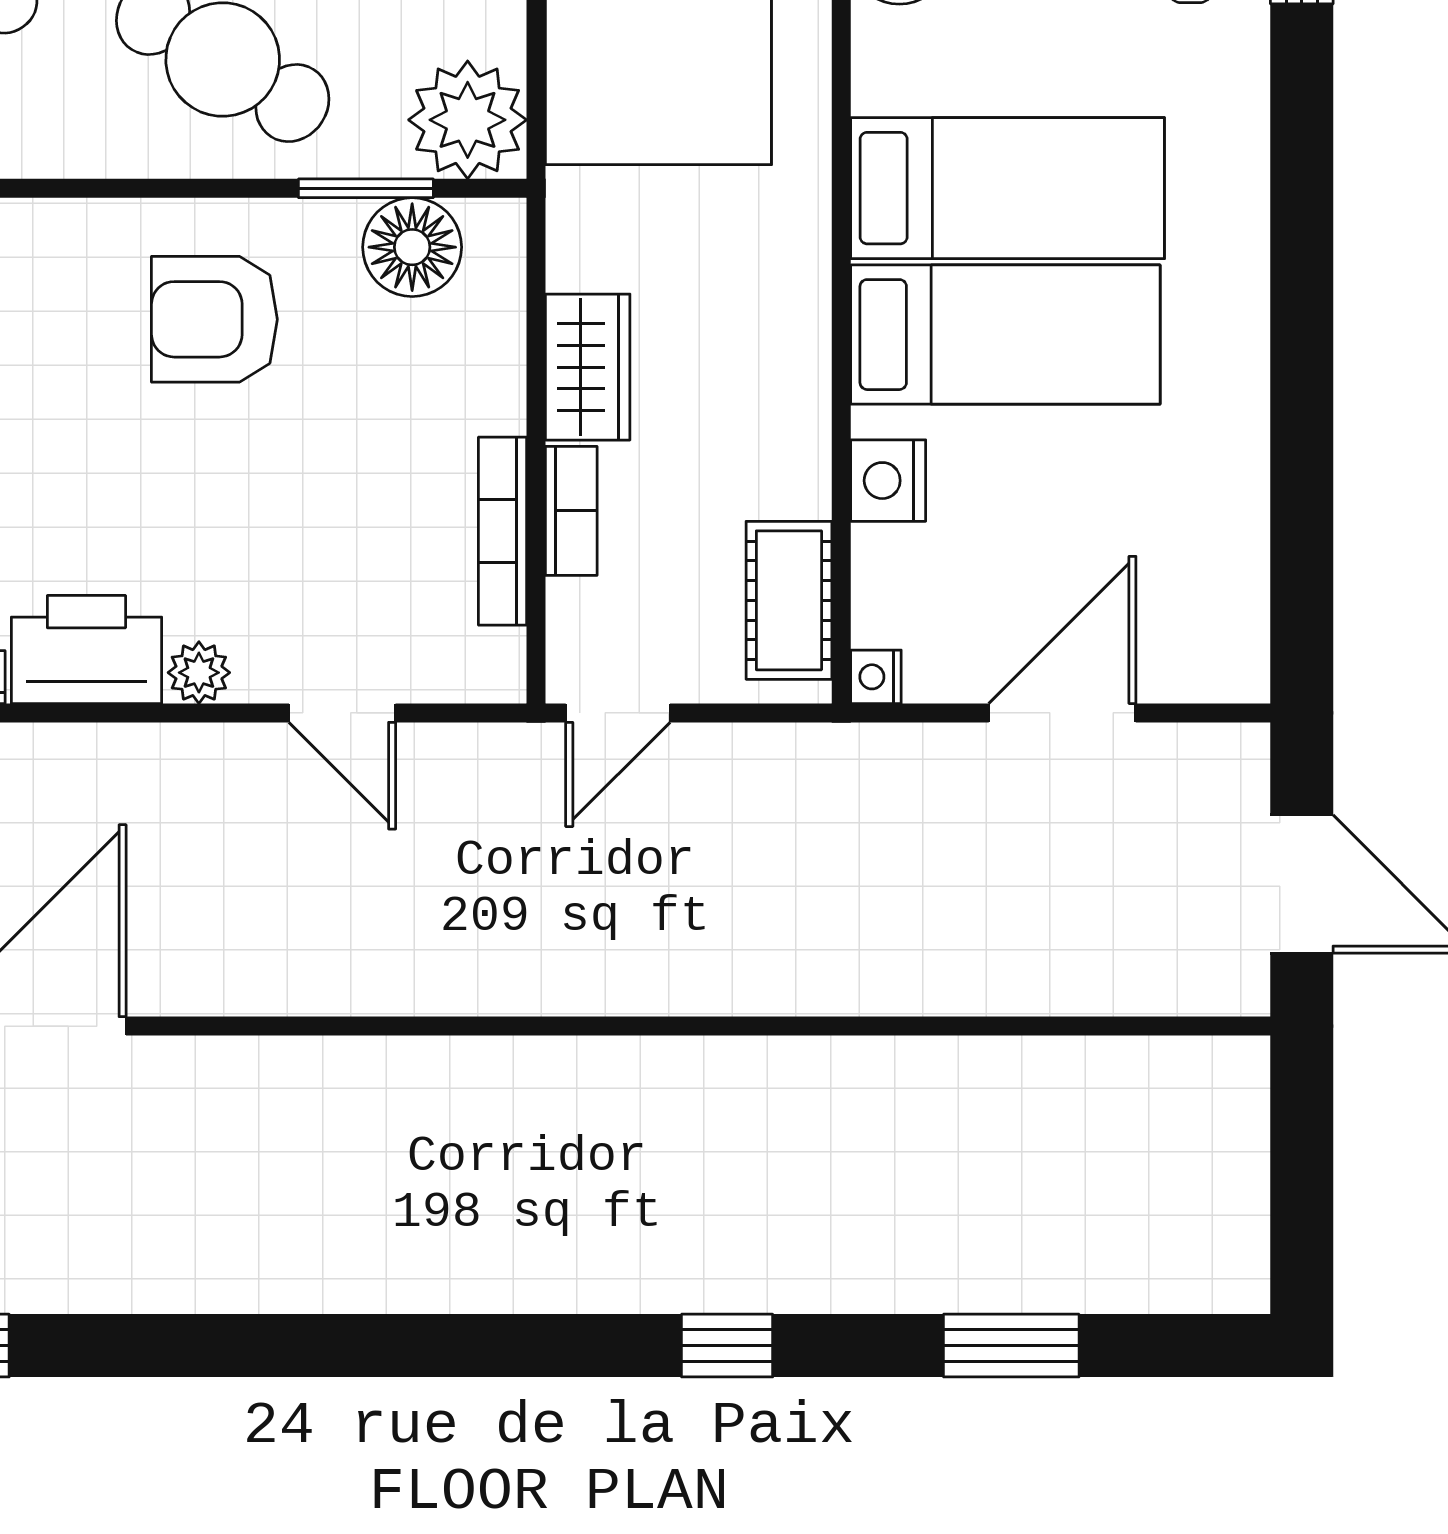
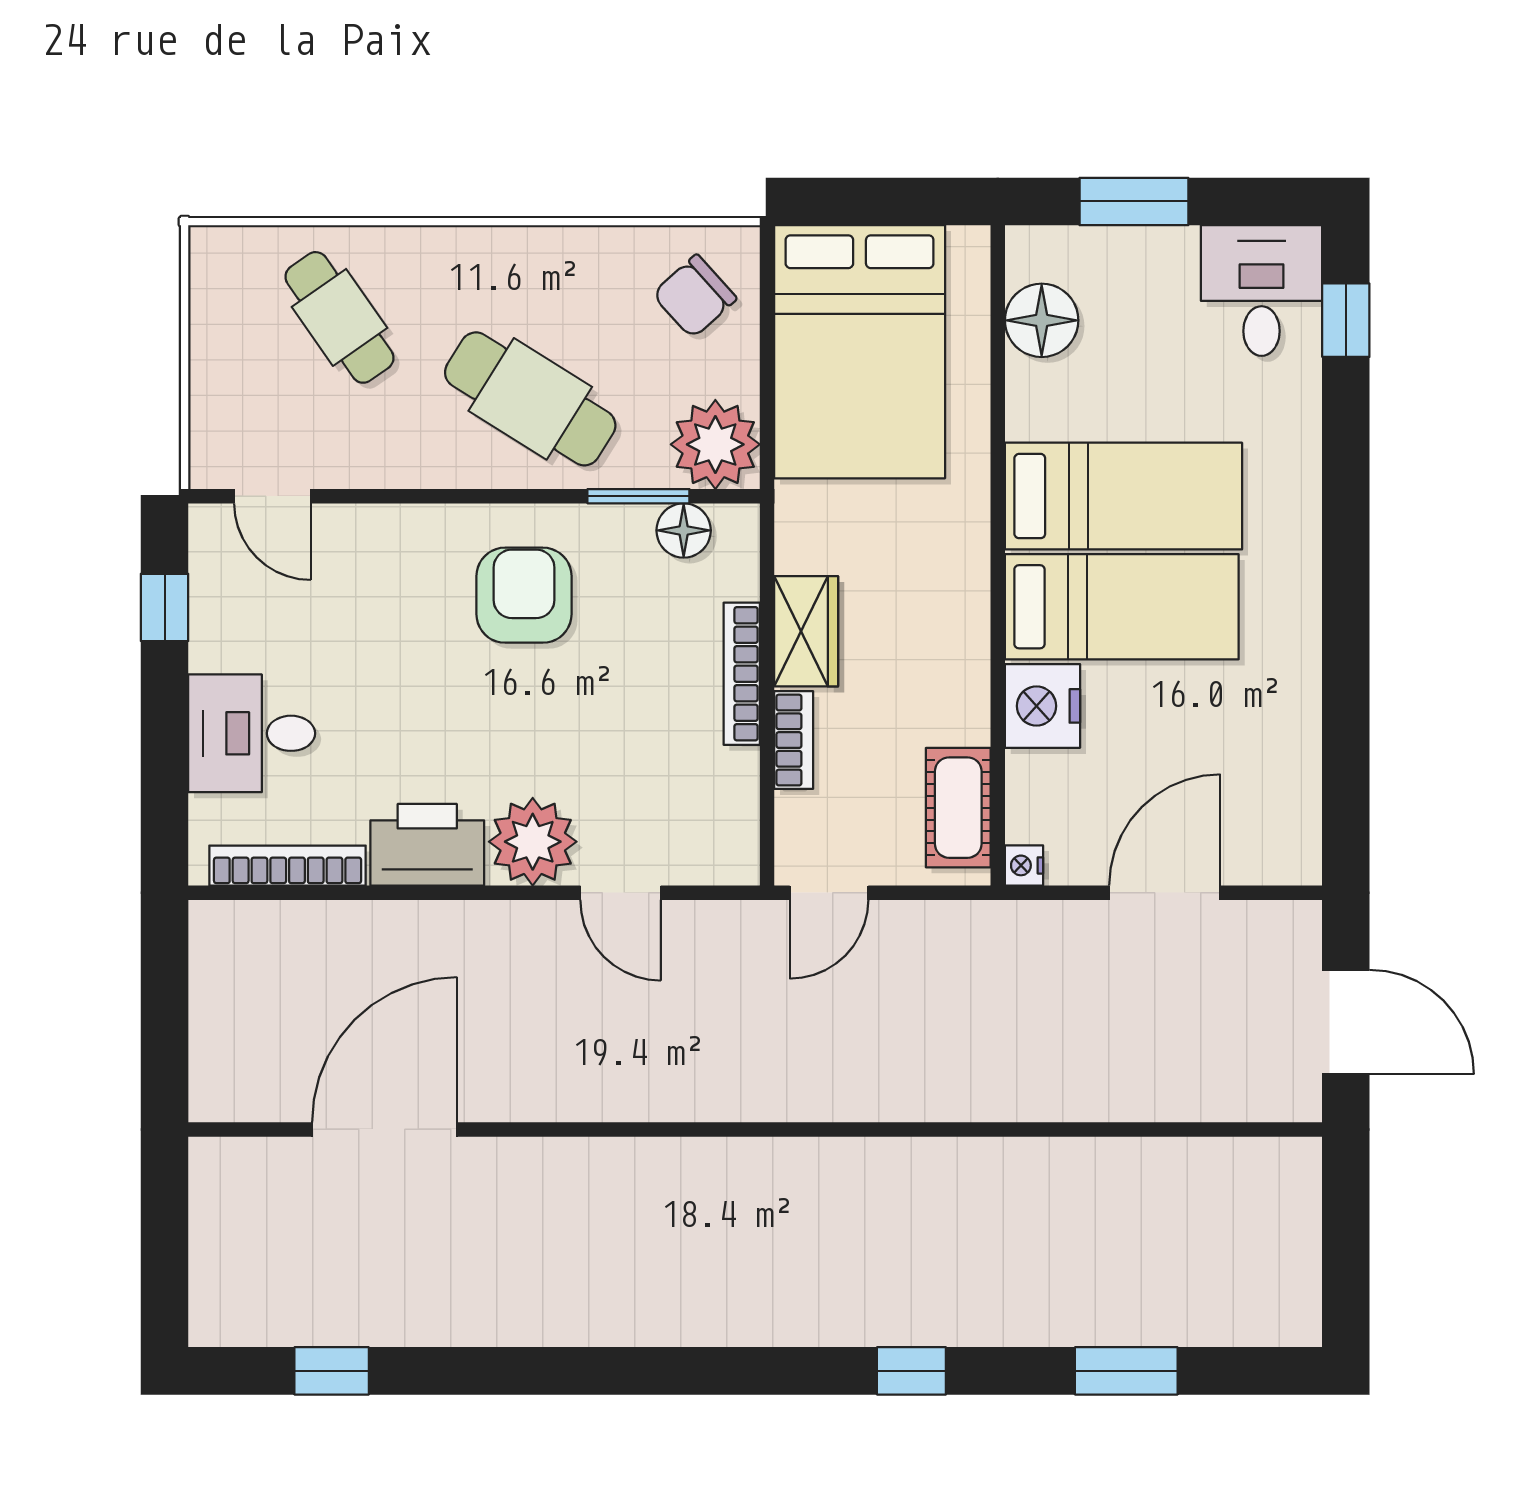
floor lamp: (412, 247) -> (684, 530), width x0.73, depth x0.73
armchair: (214, 319) -> (524, 595), turned 90
nightstand: (888, 481) -> (1042, 706), width x1.36, depth x1.33
bookcase: (502, 531) -> (742, 674), moved
plant: (199, 673) -> (533, 842), width x1.88, depth x1.88

